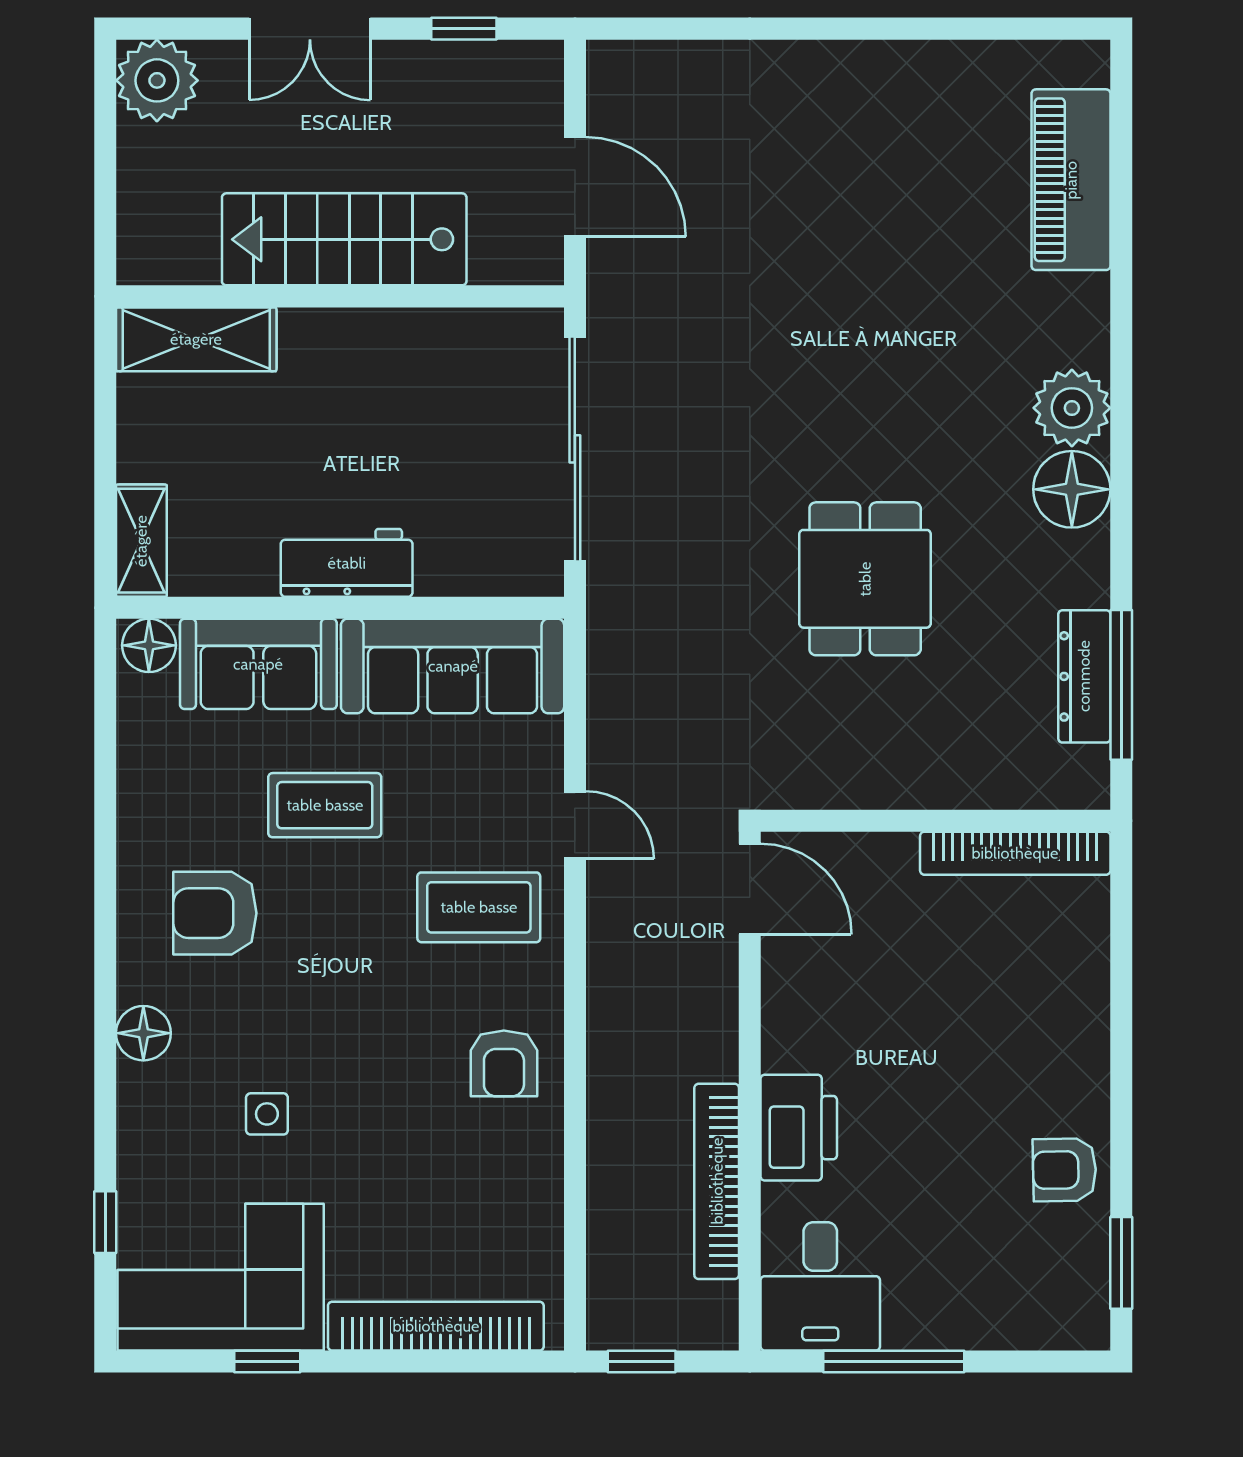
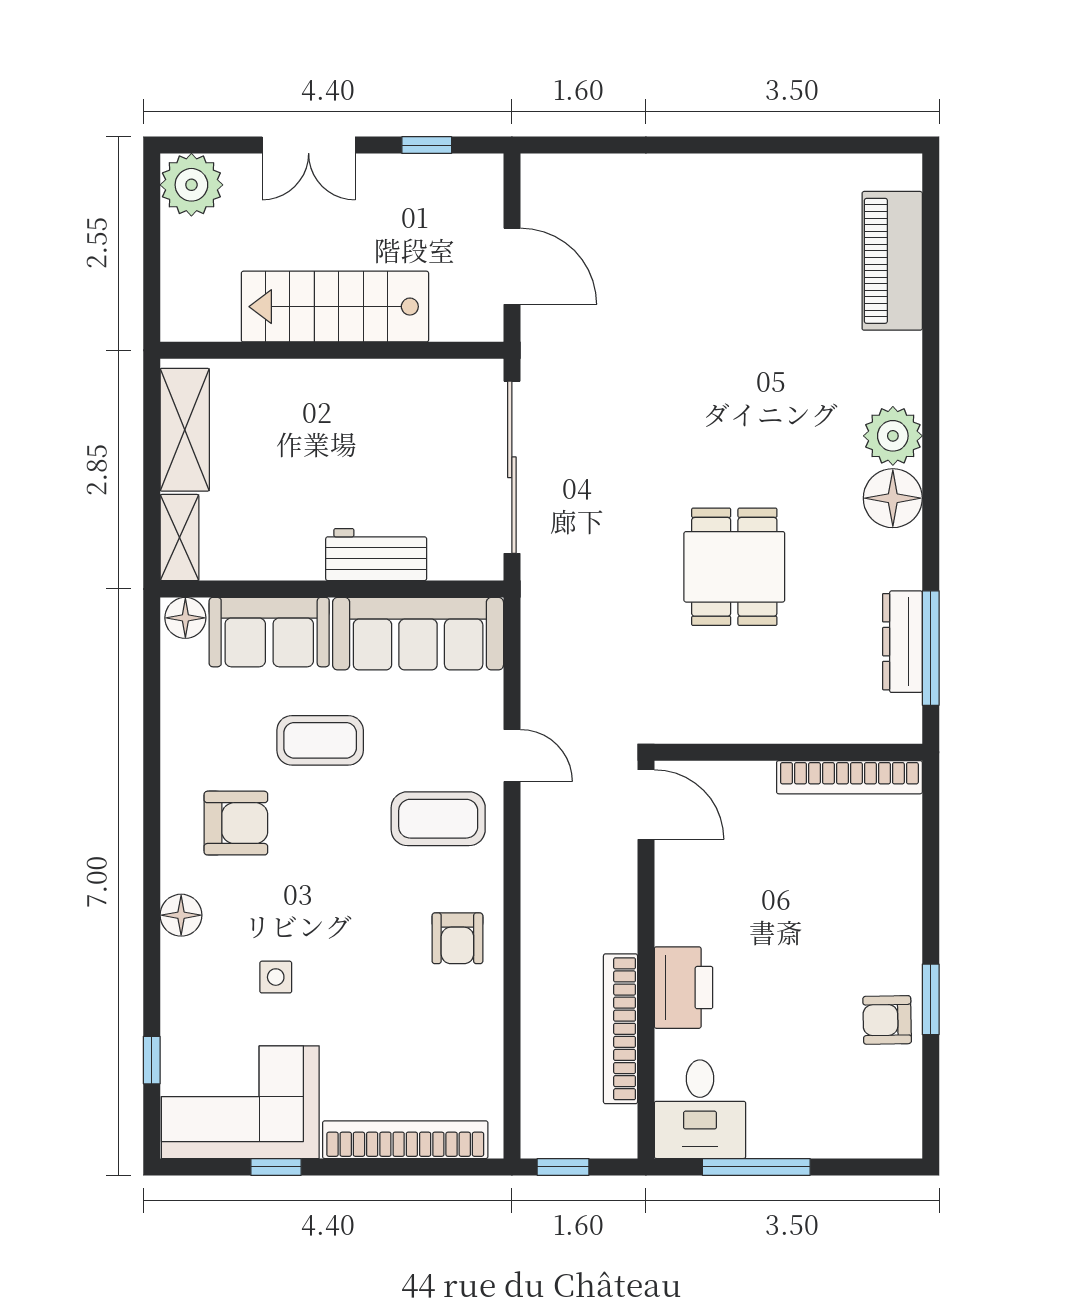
shelving: (196, 339) -> (185, 430), moved, turned 90
workbench: (347, 563) -> (376, 555), moved
armchair: (215, 913) -> (236, 823), turned 180
window: (1121, 1263) -> (931, 999), moved

